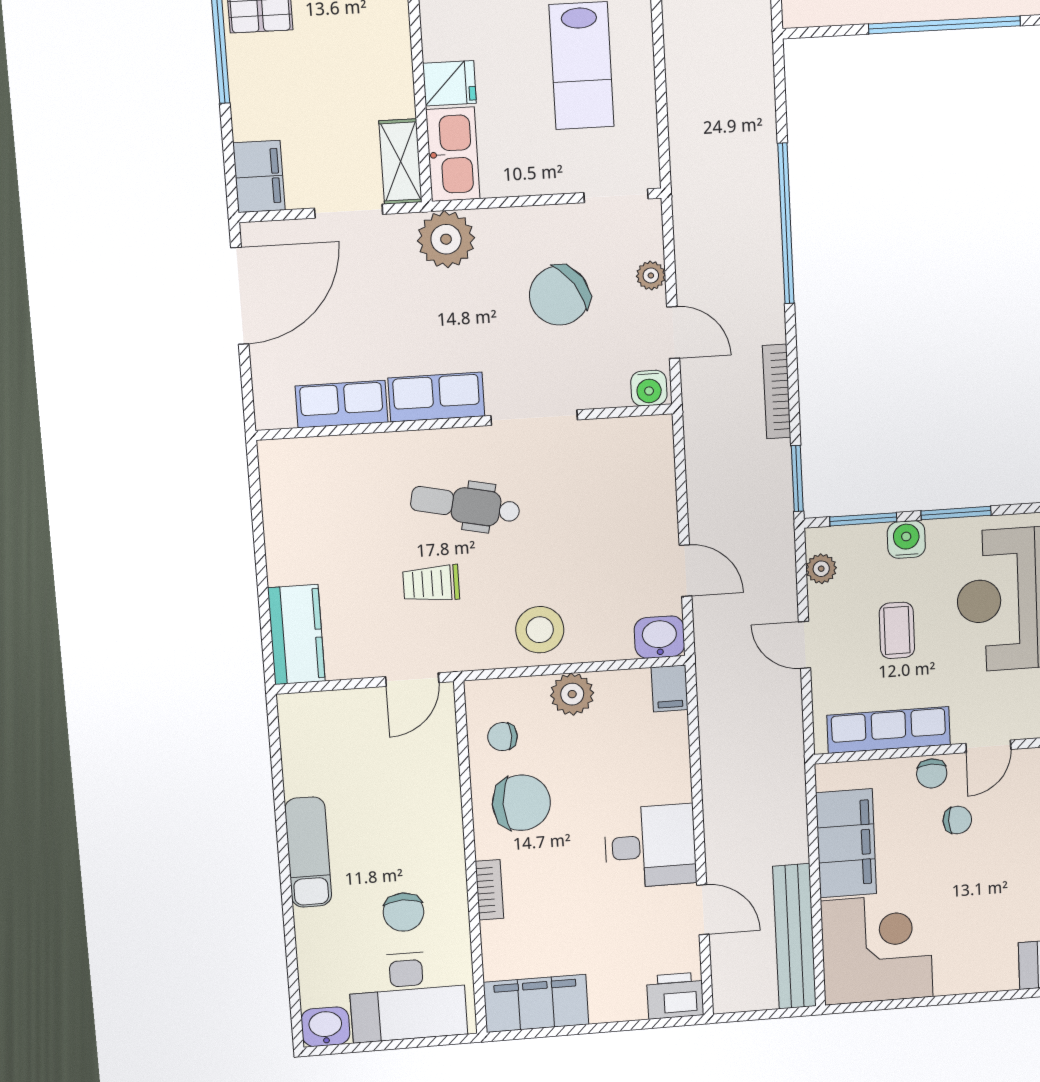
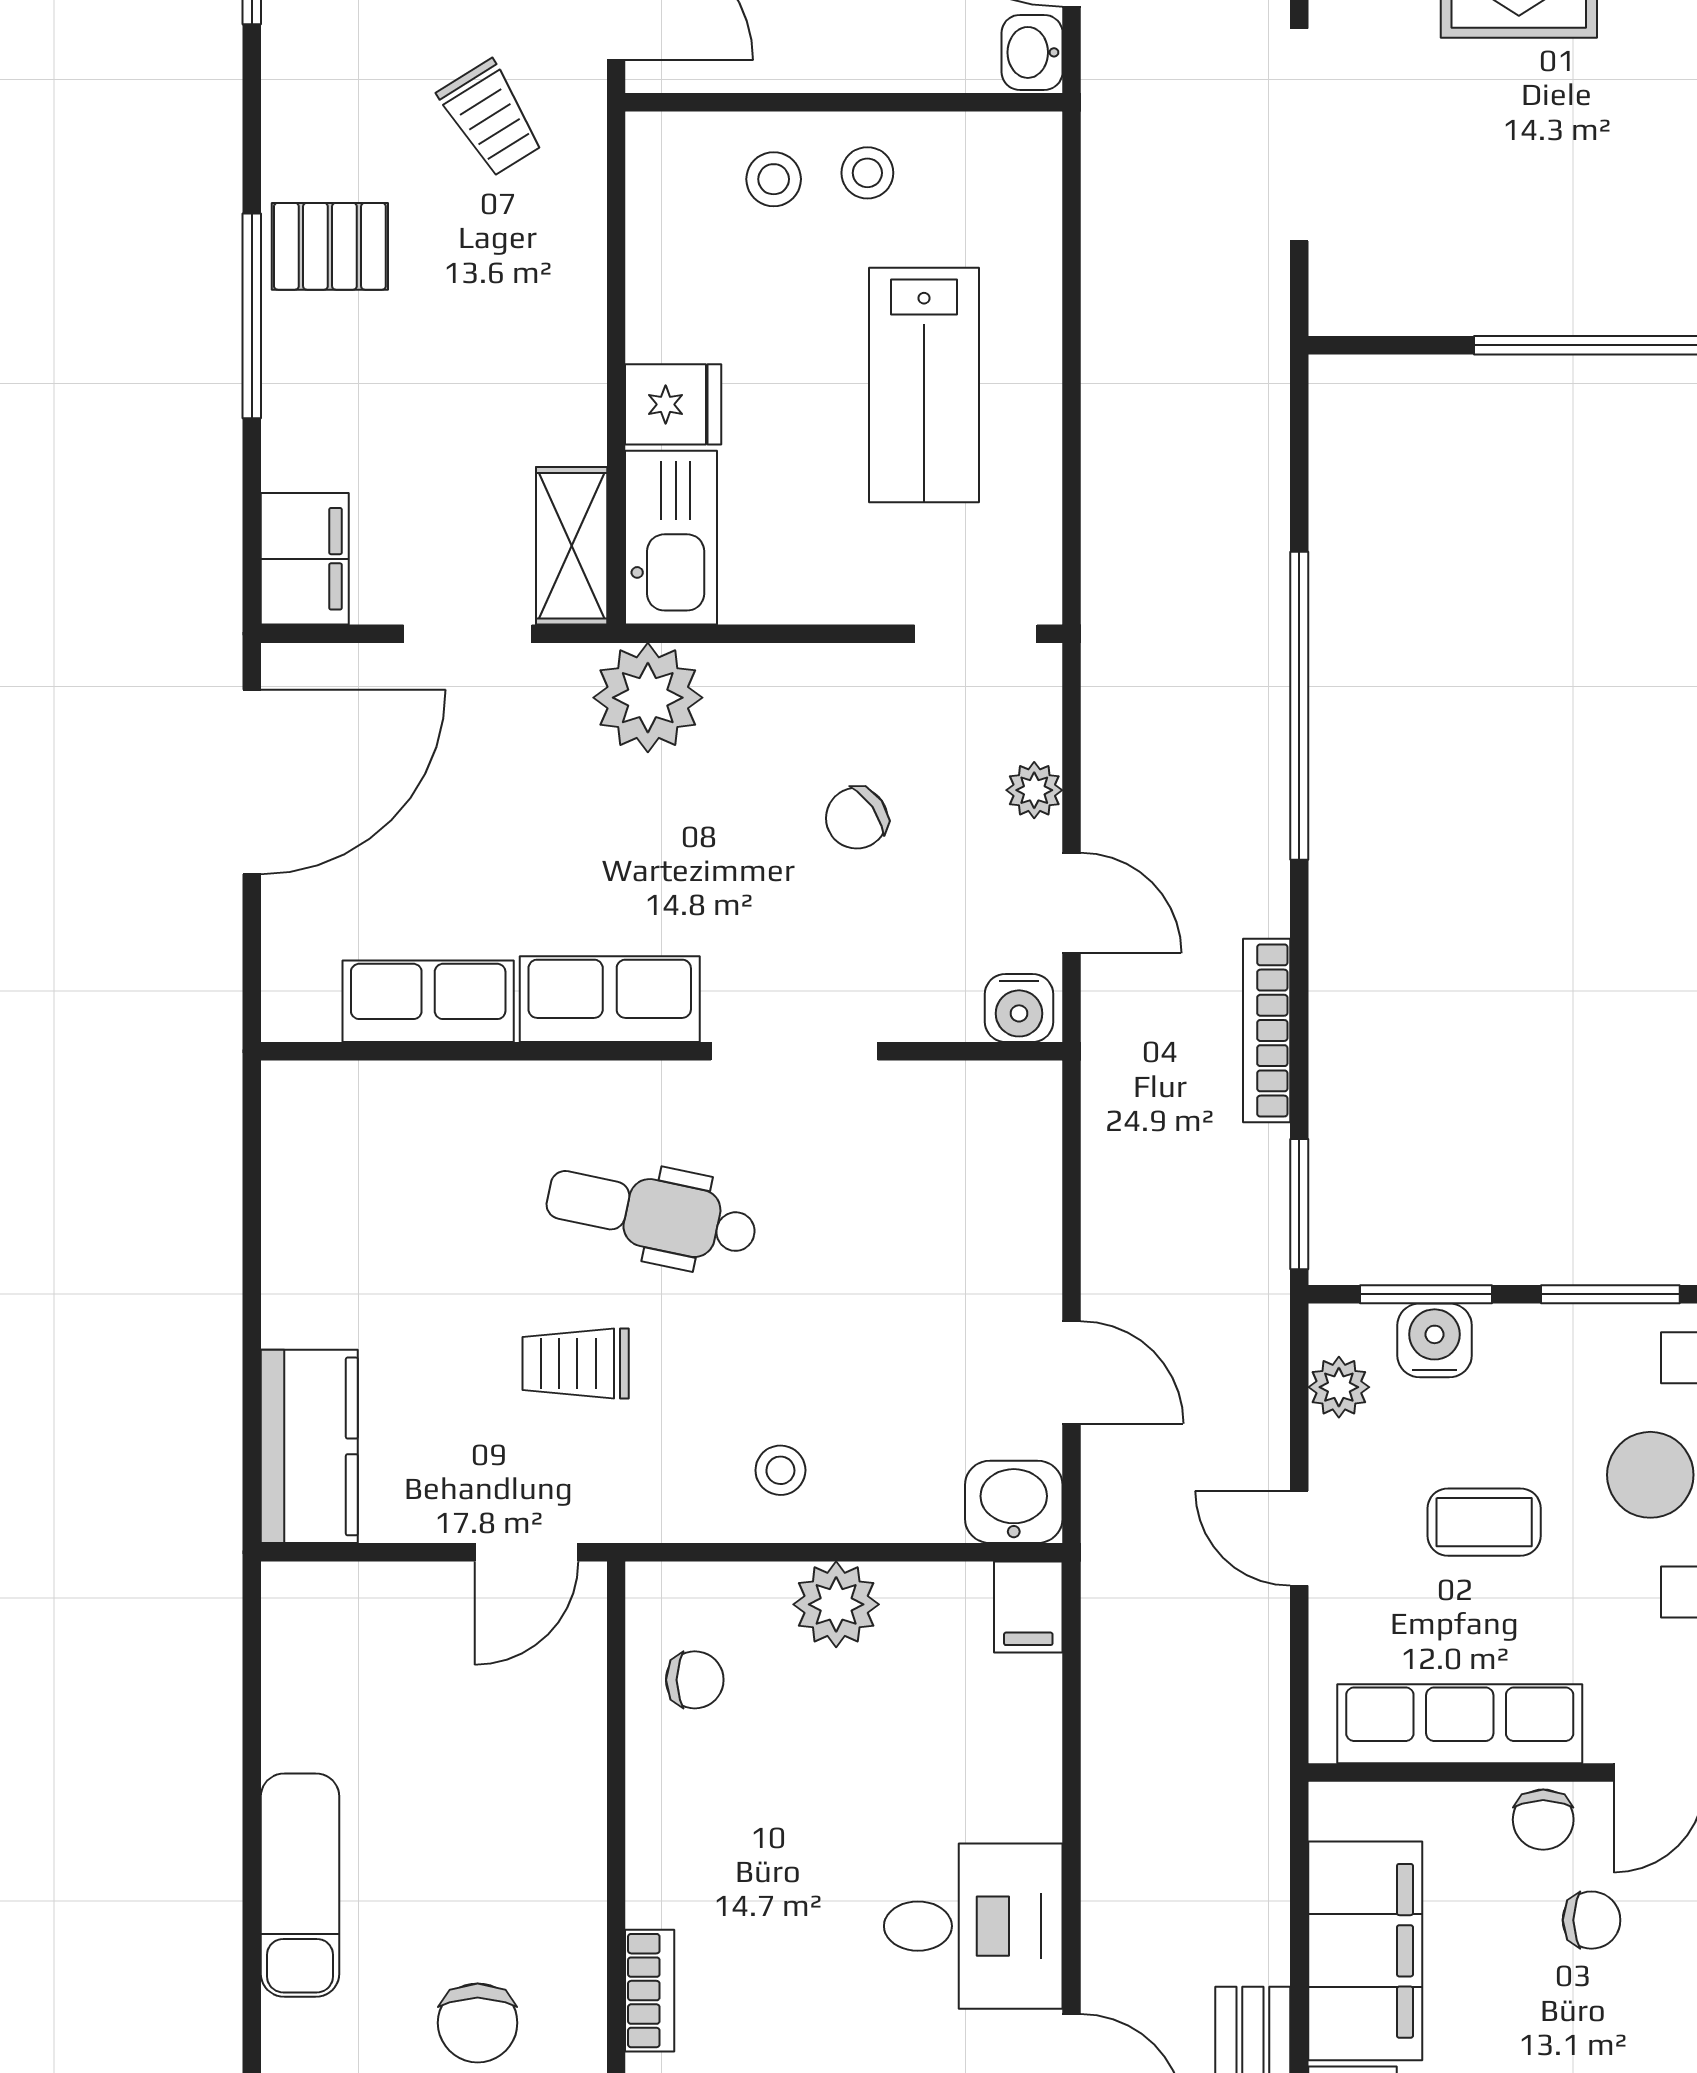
chair: (559, 296) -> (857, 818), width x0.54, depth x0.54
water cooler: (906, 540) -> (1435, 1340), moved
stool: (540, 630) -> (780, 1470), width x0.53, depth x0.53
coffee table: (897, 630) -> (1484, 1522), turned 90
chair: (503, 737) -> (695, 1680), turned 180
chair: (521, 803) -> (723, 1817), removed

